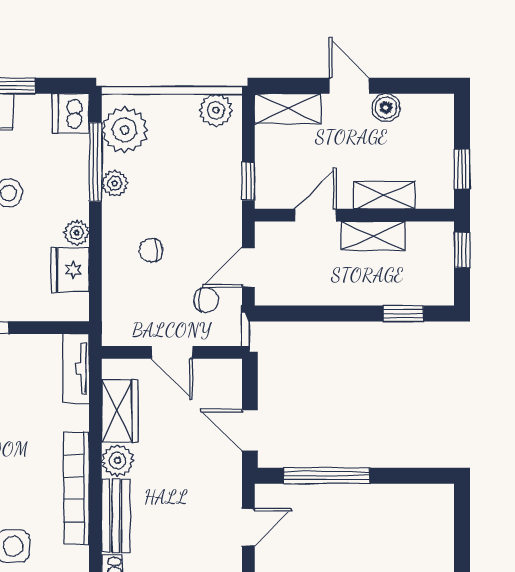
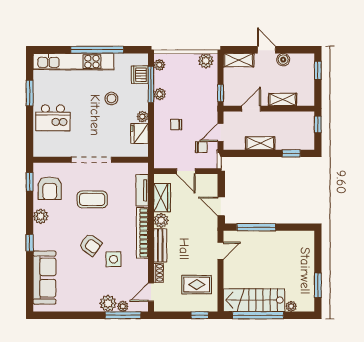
dishwasher: (71, 113) -> (140, 75), moved
plant: (125, 130) -> (159, 65), width x0.53, depth x0.53
window: (462, 169) -> (318, 70), moved
shelving: (373, 236) -> (260, 143), moved
tv unit: (76, 368) -> (142, 190), moved

